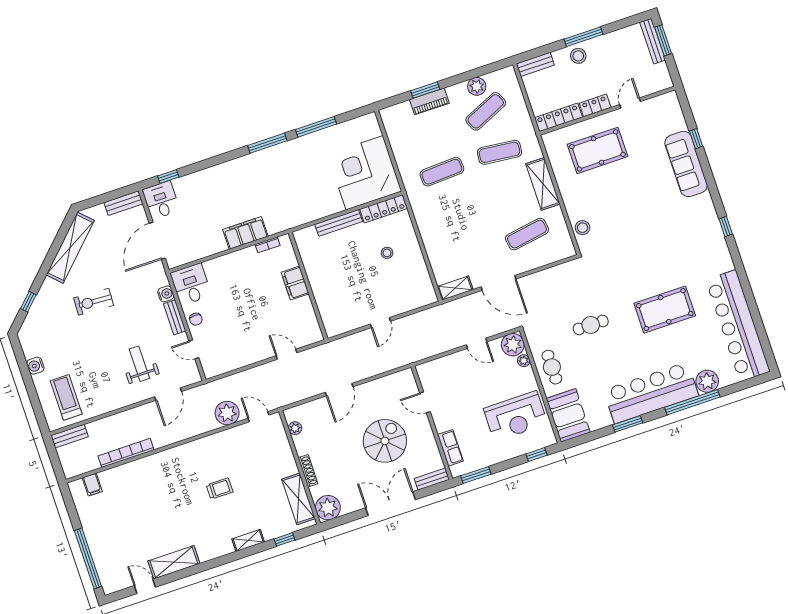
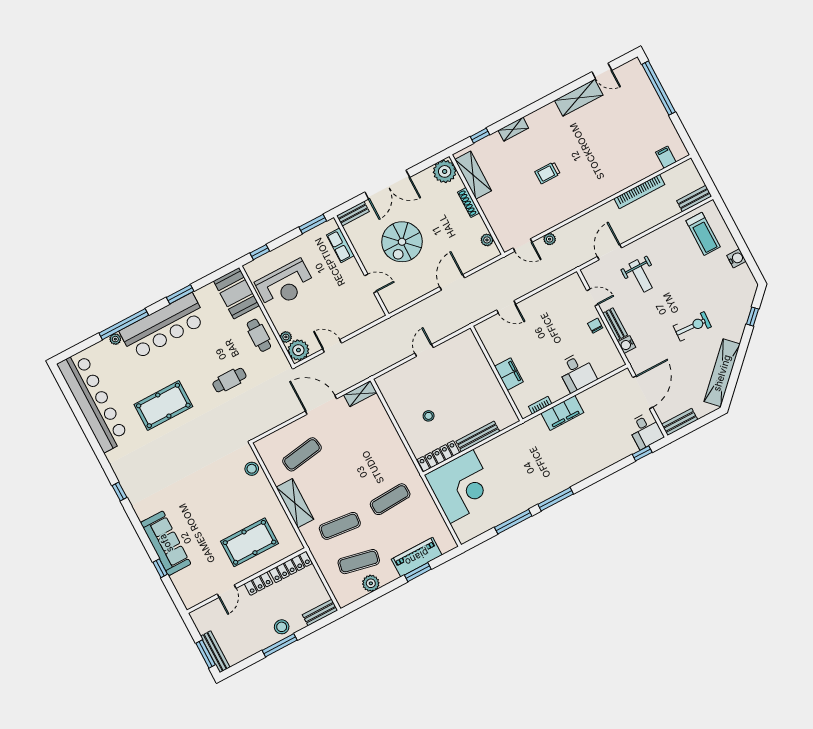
piano: (429, 101) -> (417, 557), width x1.37, depth x1.33
exercise mat: (486, 111) -> (359, 562), turned 36
desk: (191, 284) -> (577, 372), moved
plant: (707, 381) -> (115, 339), width x0.53, depth x0.53
plant: (227, 413) -> (550, 239), width x0.53, depth x0.53
reception desk: (516, 416) -> (285, 284), turned 180

